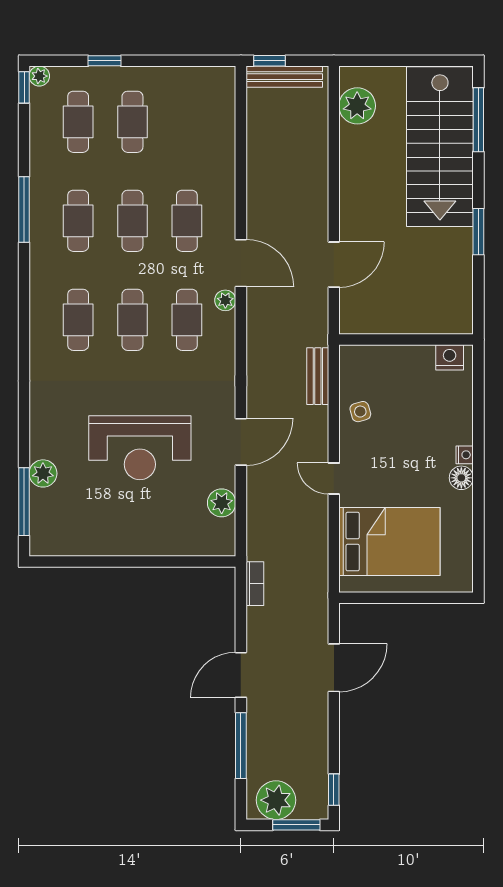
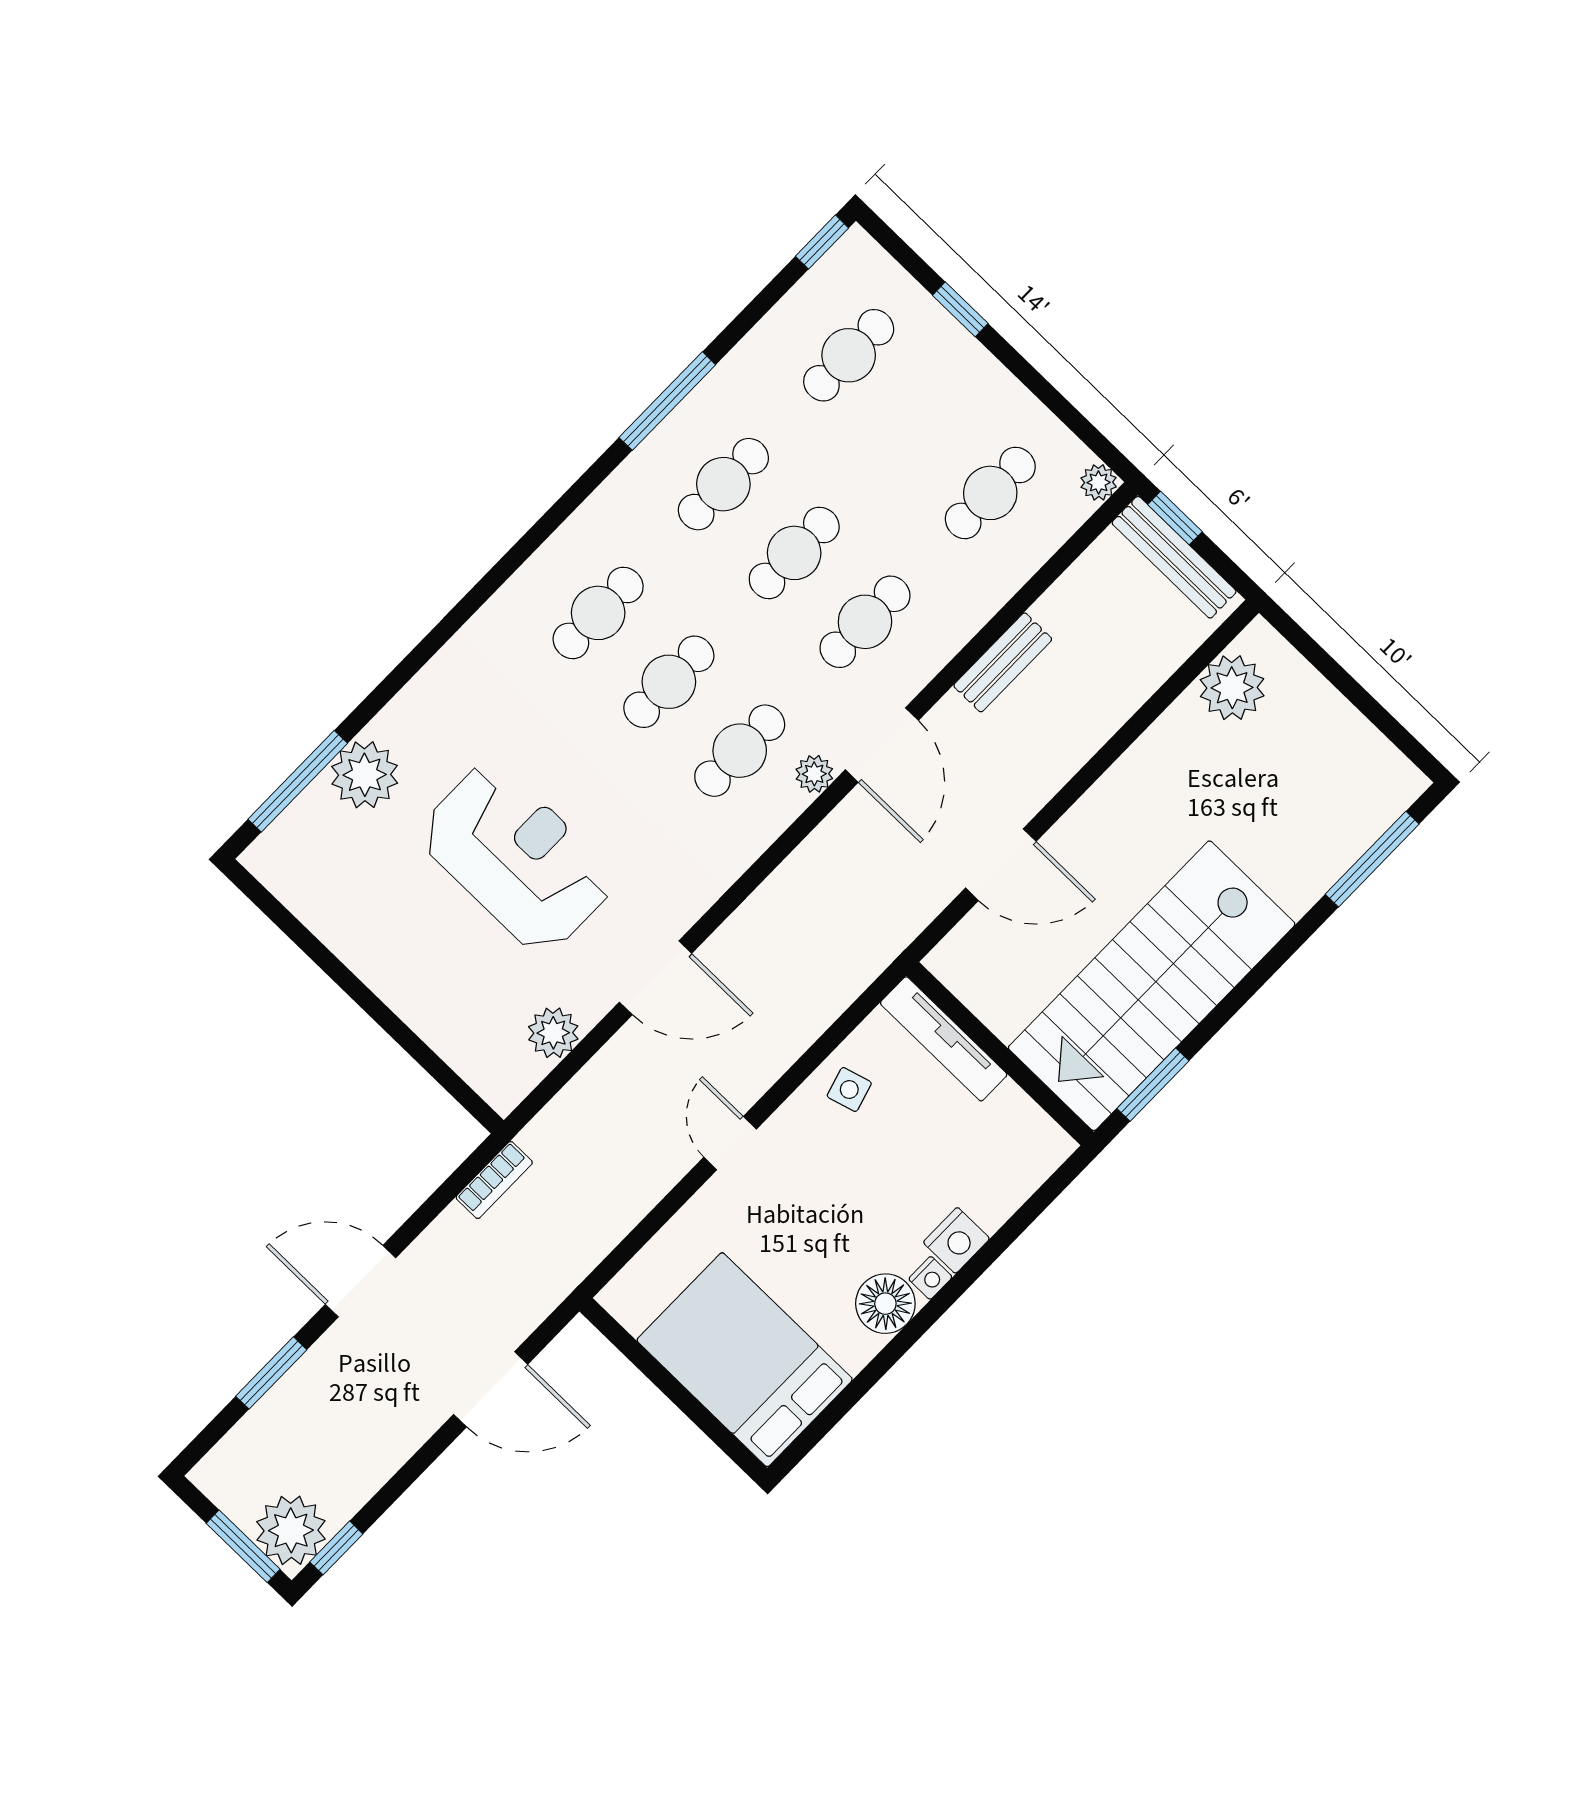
plant: (39, 76) -> (1099, 482), moved
cafe table: (132, 122) -> (990, 493), moved
stairs: (440, 147) -> (1152, 986), moved
window: (478, 232) -> (1153, 1085), moved
tv unit: (378, 355) -> (944, 1039), added
nightstand: (450, 357) -> (956, 1240), moved, turned 90
bench: (318, 376) -> (1003, 662), moved
reception desk: (140, 448) -> (517, 857), turned 180
plant: (43, 473) -> (365, 775), width x1.36, depth x1.36
floor lamp: (461, 478) -> (885, 1304), width x1.38, depth x1.38
bed: (389, 542) -> (745, 1360), moved, turned 180
window: (241, 746) -> (271, 1373), width x0.69
plant: (276, 800) -> (291, 1530), moved

